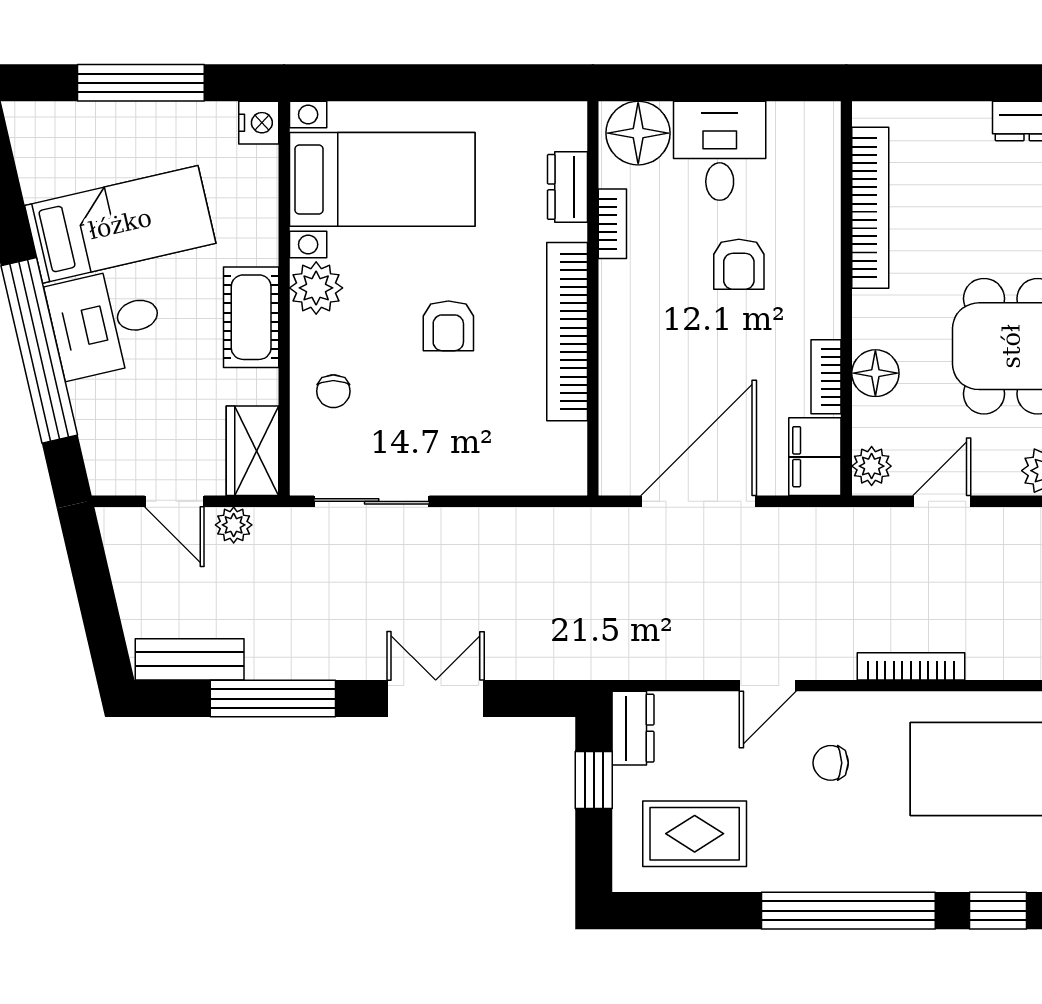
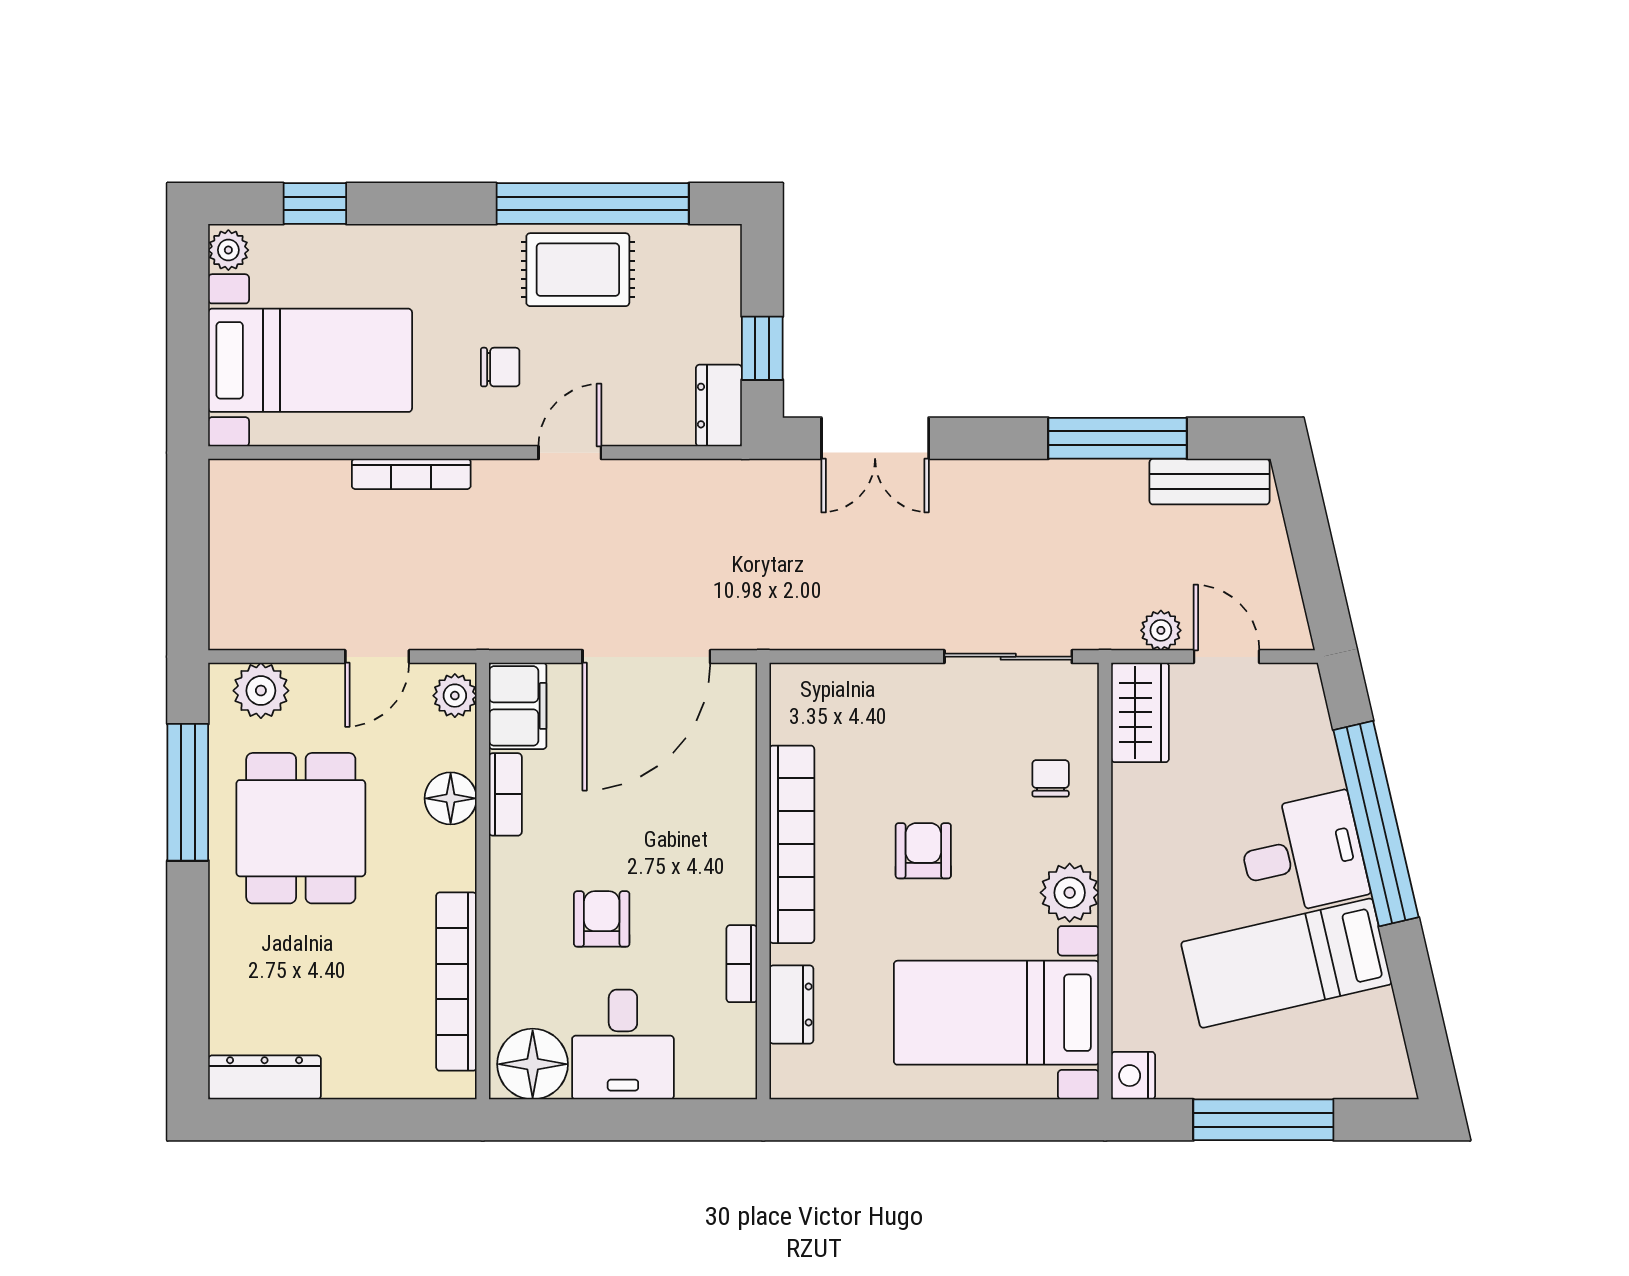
floor lamp: (638, 133) -> (533, 1064), moved
cot: (251, 317) -> (1142, 860), removed
double door: (436, 699) -> (875, 438), moved
rug: (695, 834) -> (578, 270), moved
window: (848, 911) -> (593, 204), moved

